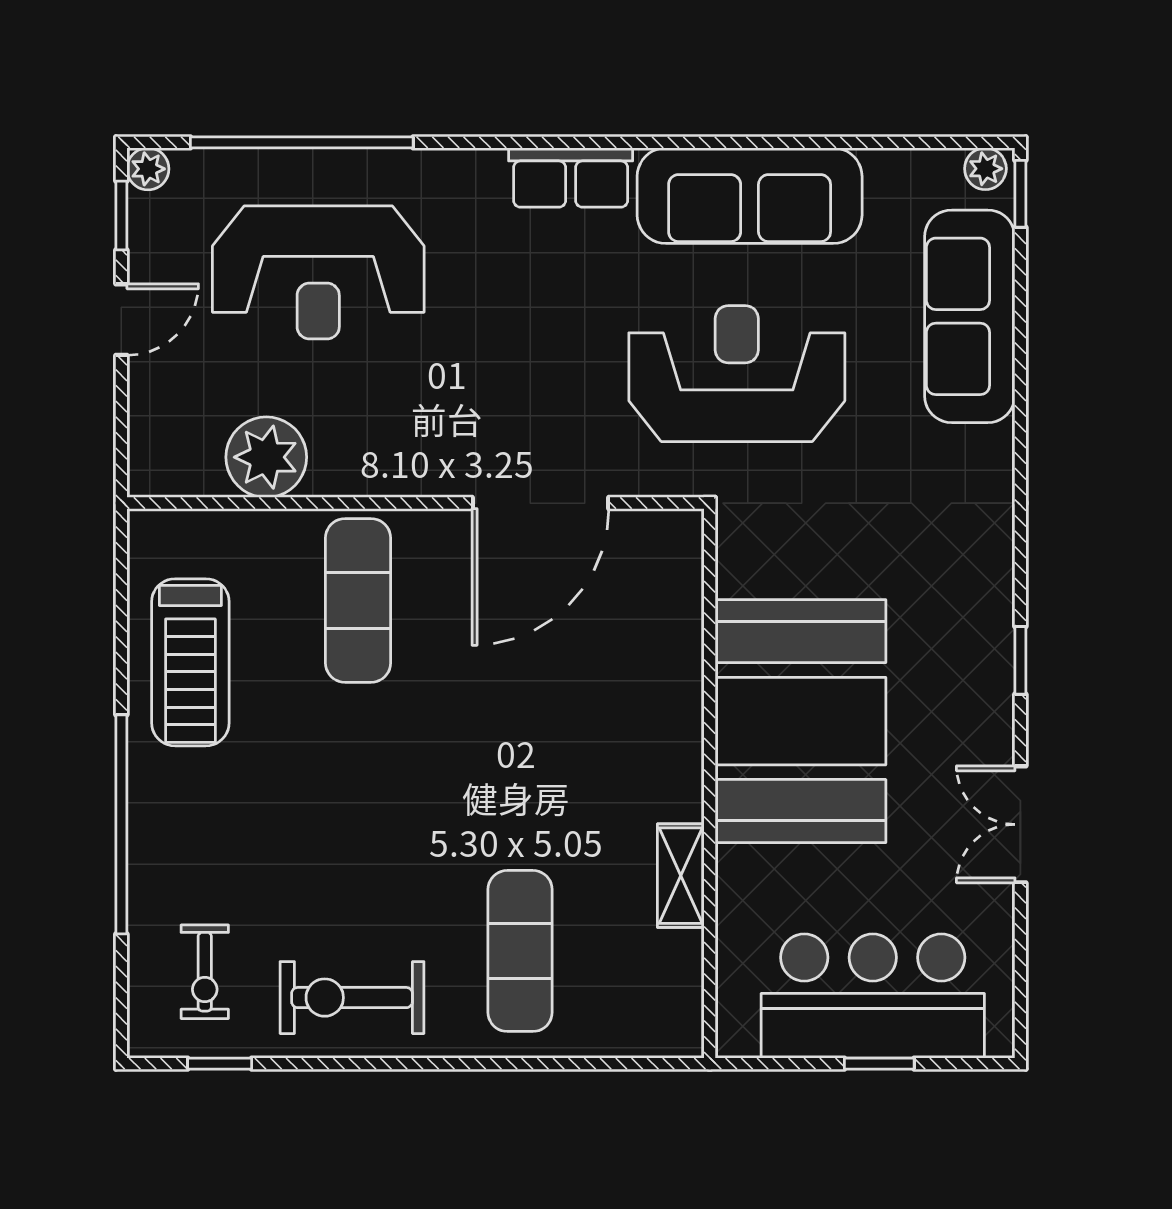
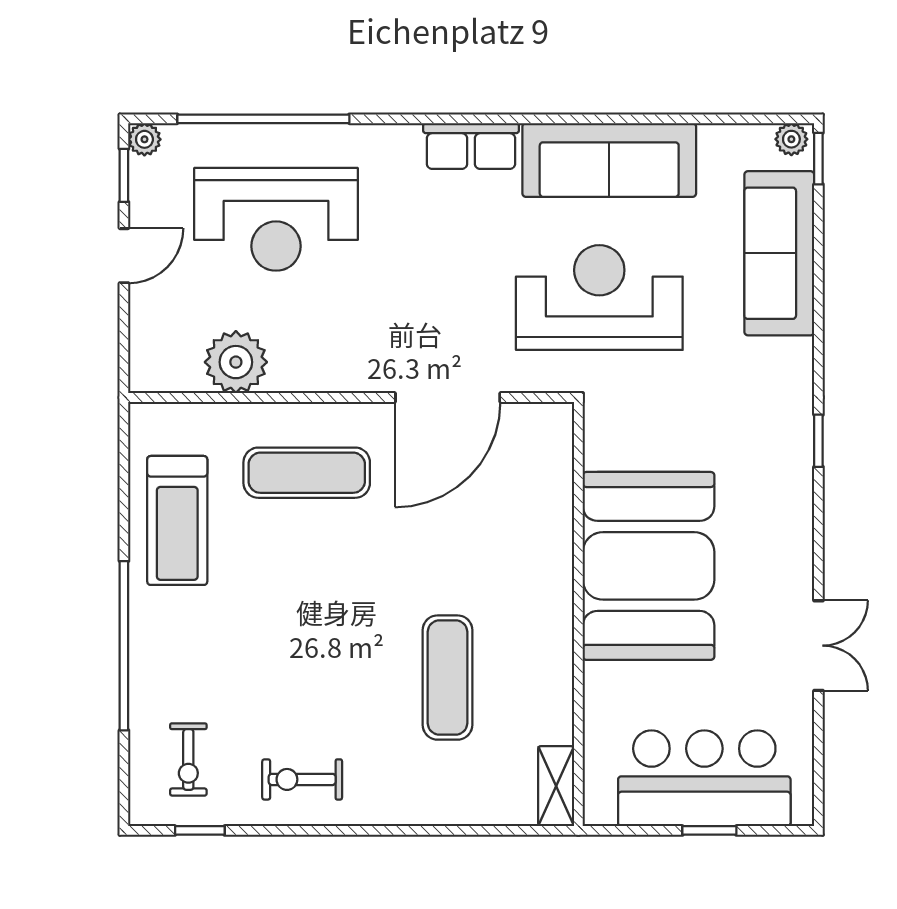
exercise mat: (358, 600) -> (307, 473), turned 90
window: (1020, 660) -> (818, 441), moved
double door: (1020, 824) -> (818, 646), swing flipped
shelving: (681, 876) -> (556, 786), moved
exercise mat: (520, 951) -> (448, 678), moved
exercise bike: (352, 998) -> (302, 779), width x0.73, depth x0.72

